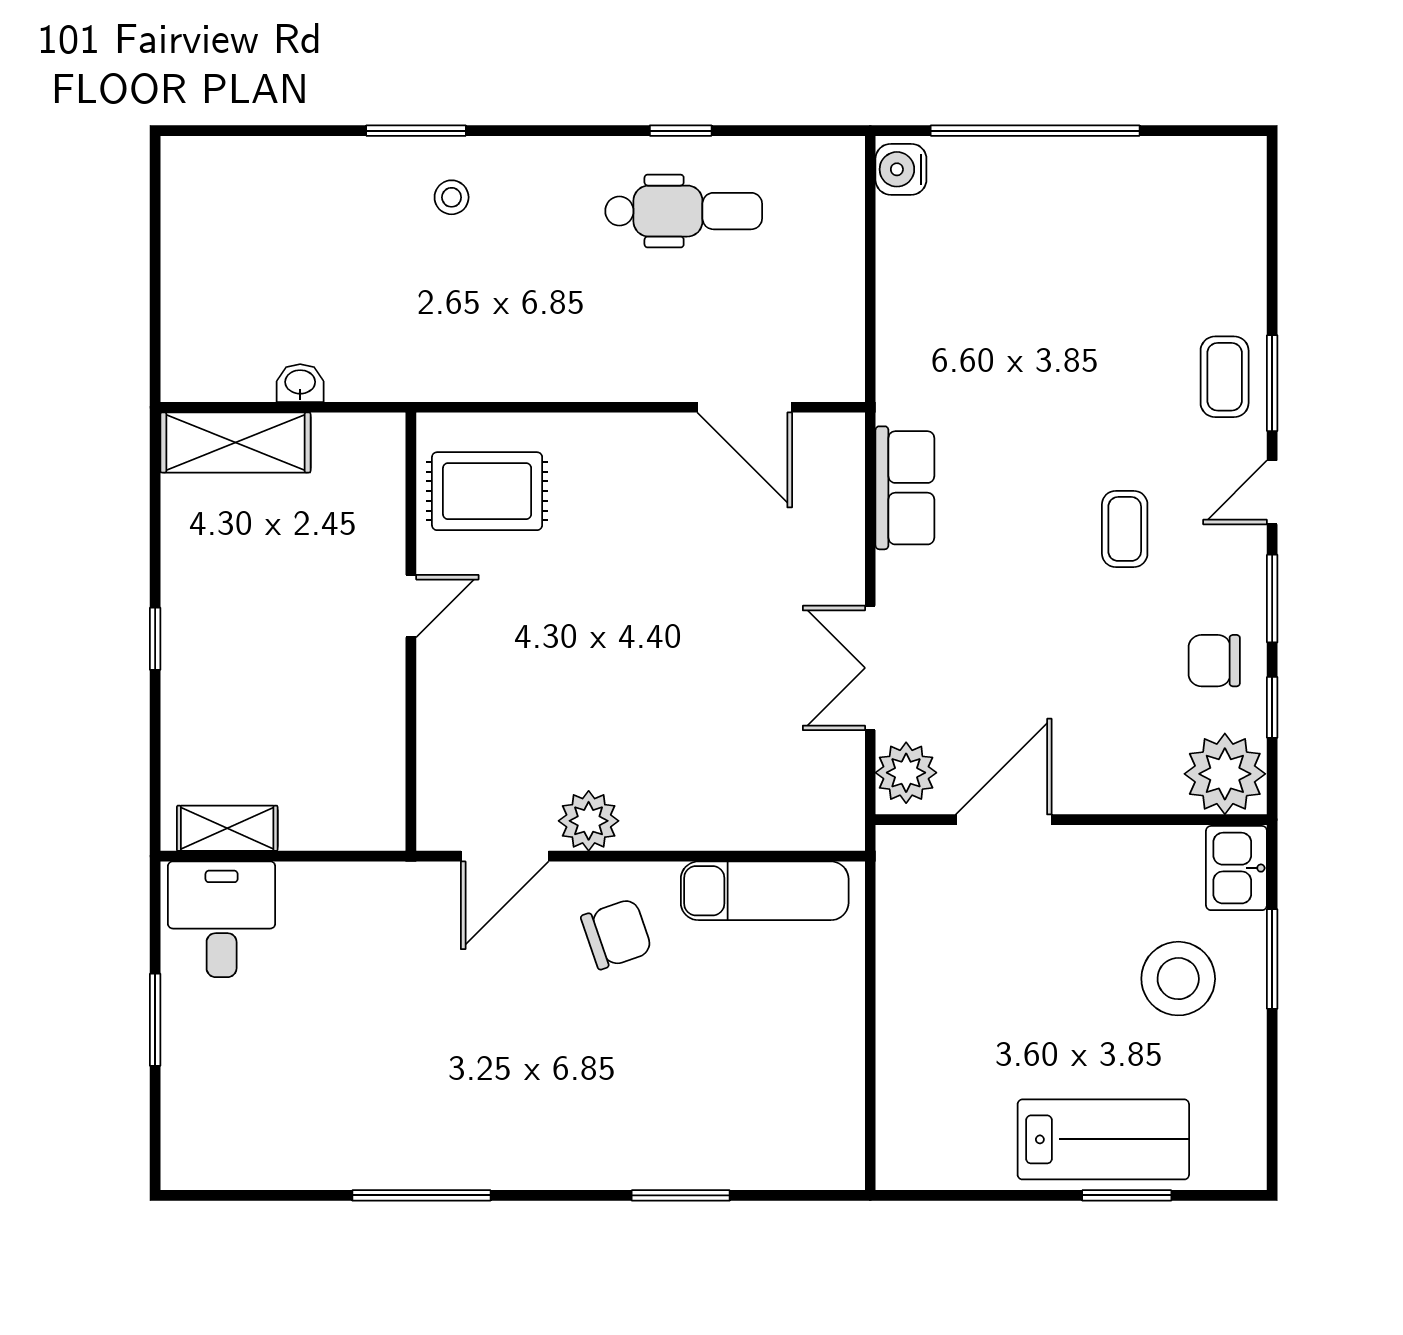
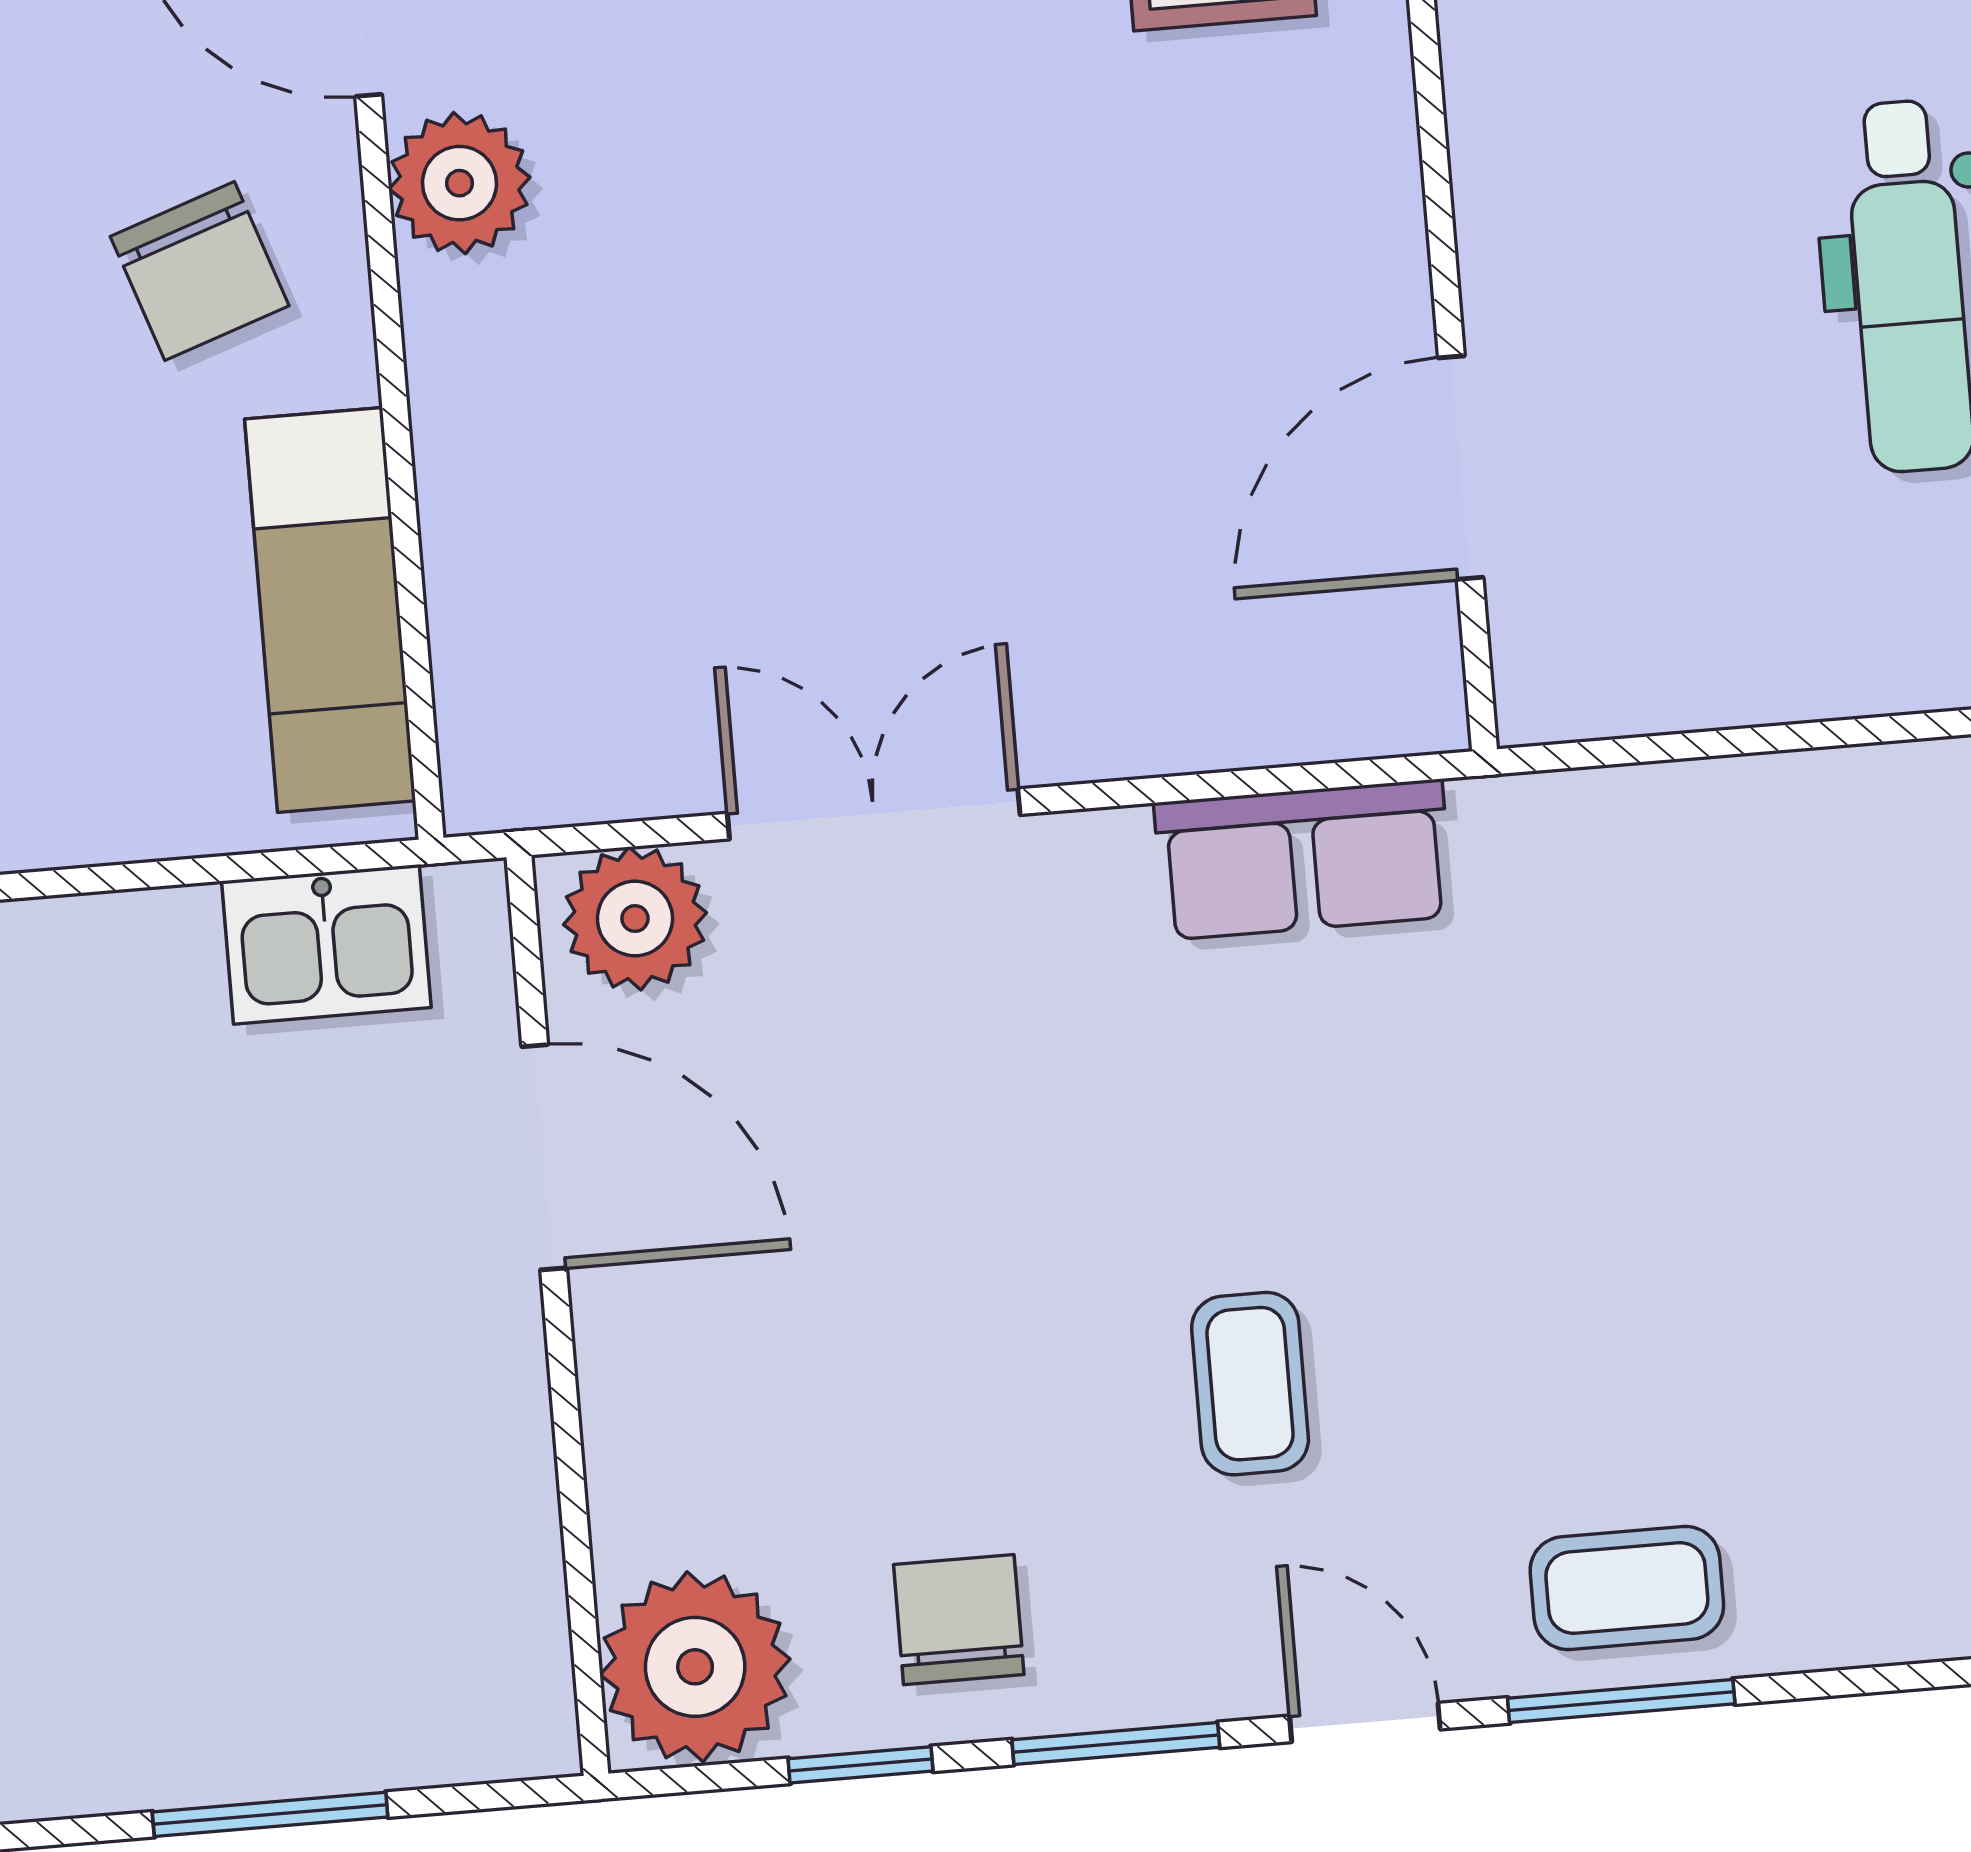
coffee table: (1125, 529) -> (1250, 1384), turned 90
kitchen sink: (1236, 868) -> (326, 944), moved, turned 180
stool: (1178, 979) -> (206, 1598), removed

